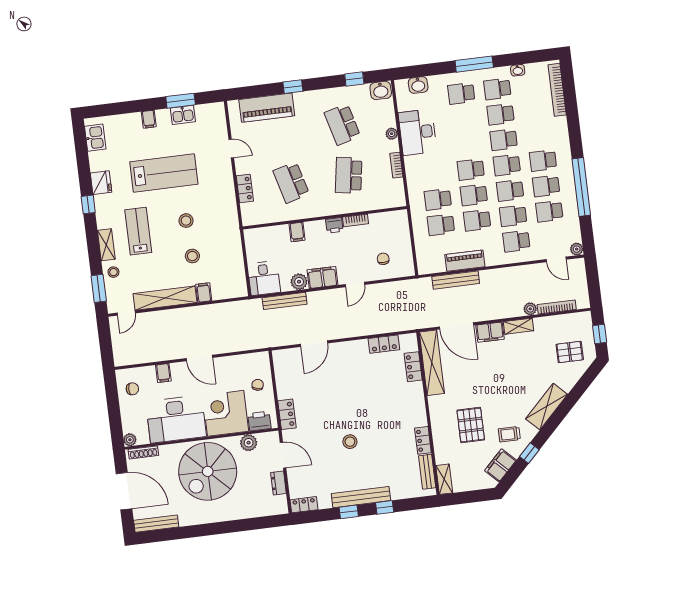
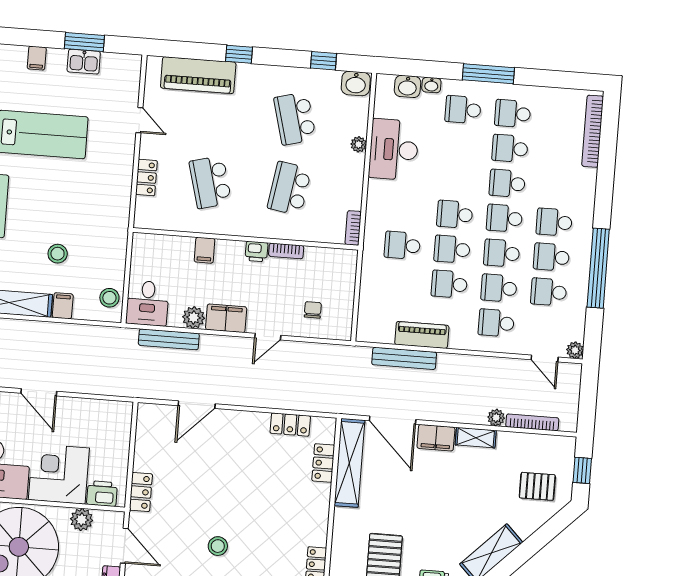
washbasin: (518, 70) -> (431, 85), moved
bookcase: (396, 165) -> (353, 228), moved
stool: (186, 221) -> (109, 298), moved
school desk: (441, 225) -> (400, 280), removed
chair: (258, 385) -> (110, 444), removed

